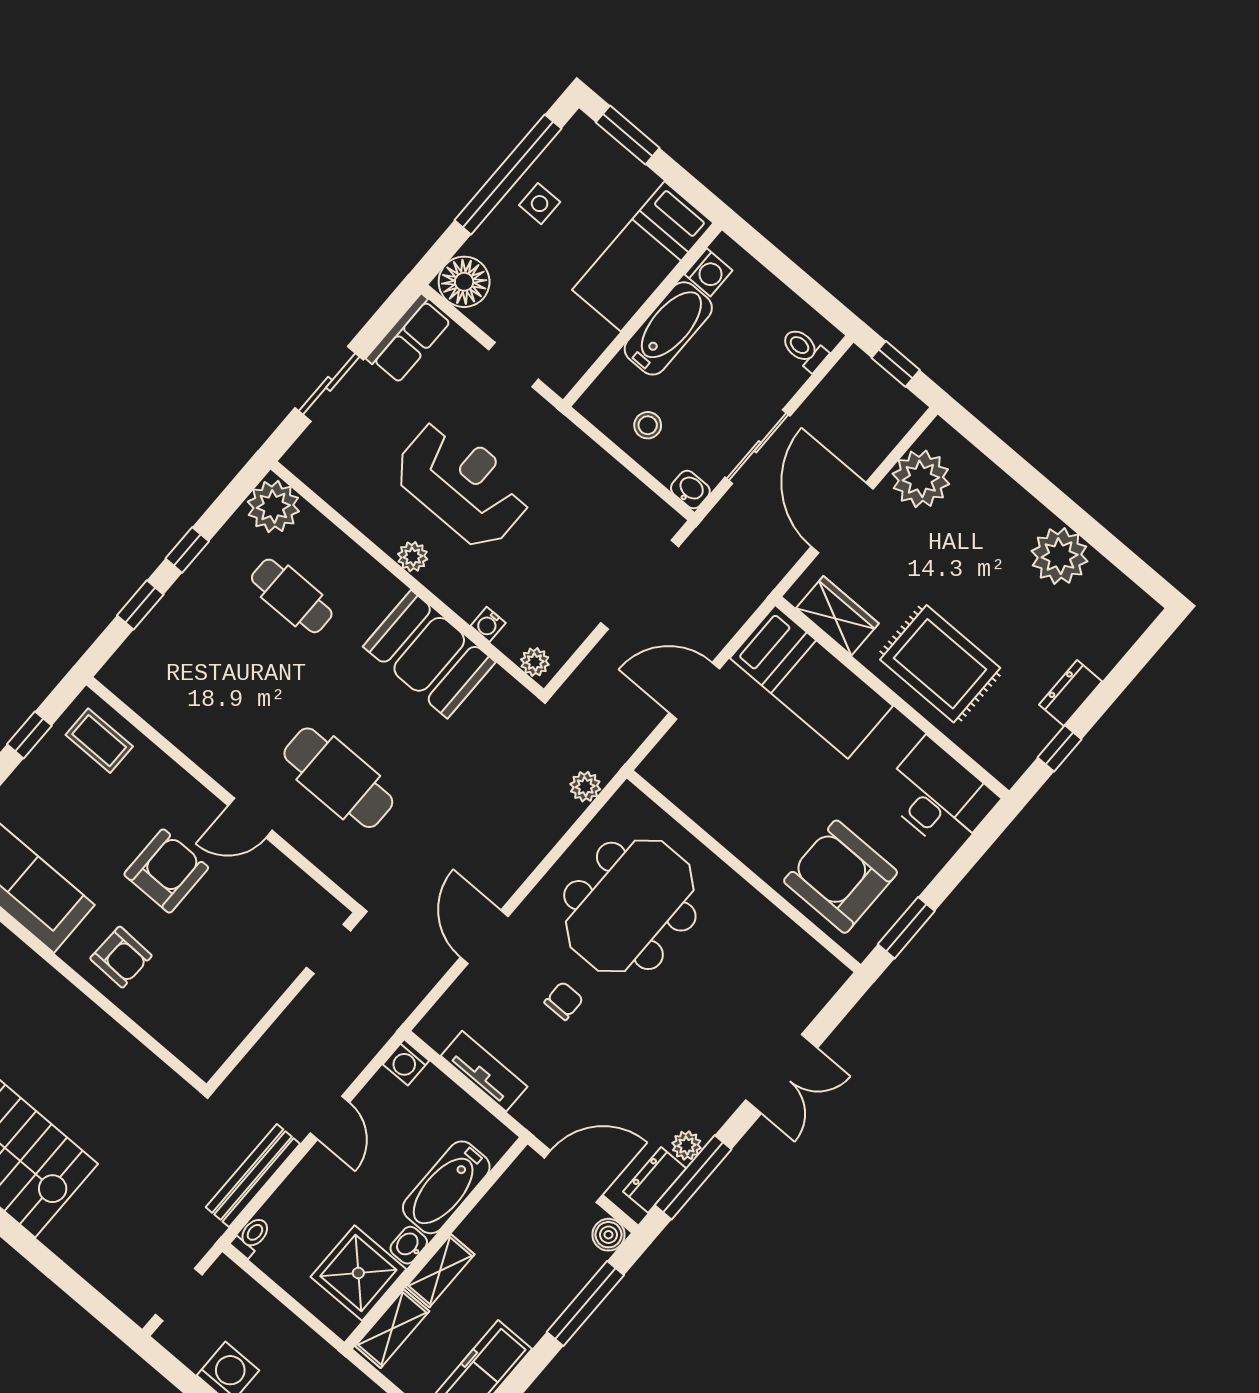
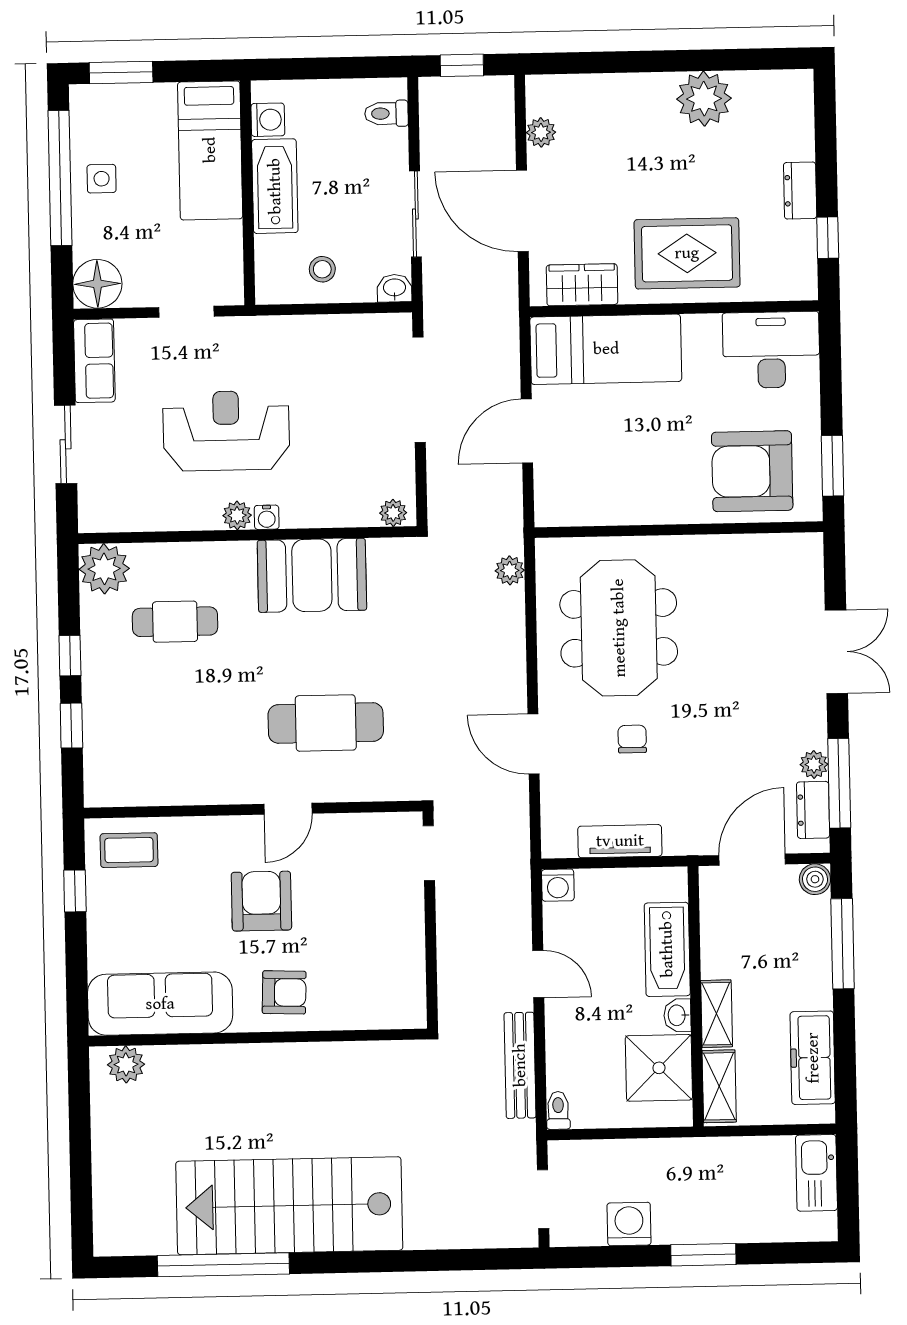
plant: (921, 479) -> (541, 132), width x0.53, depth x0.53
water cooler: (488, 624) -> (267, 517), moved

